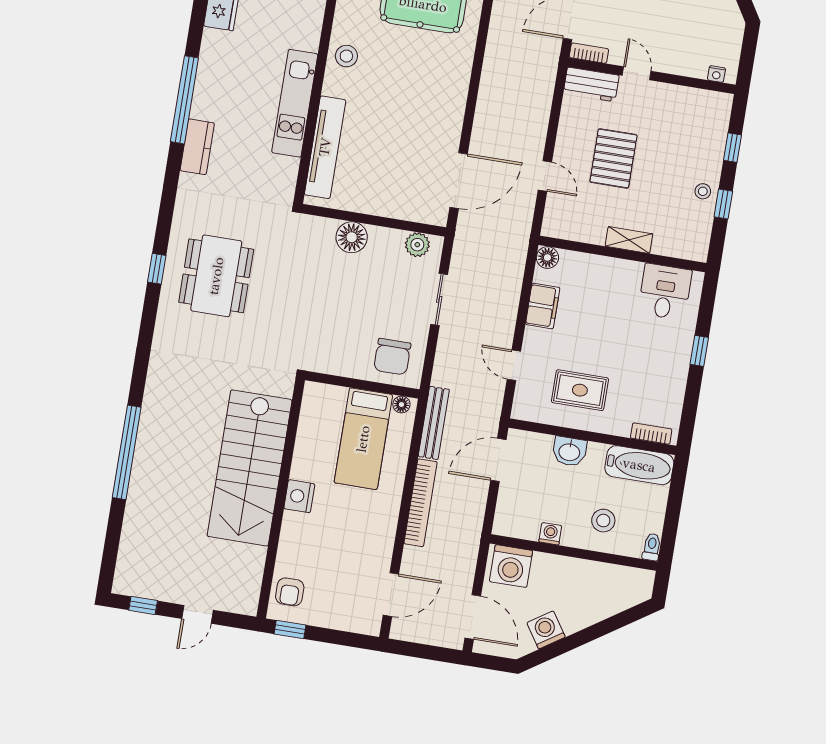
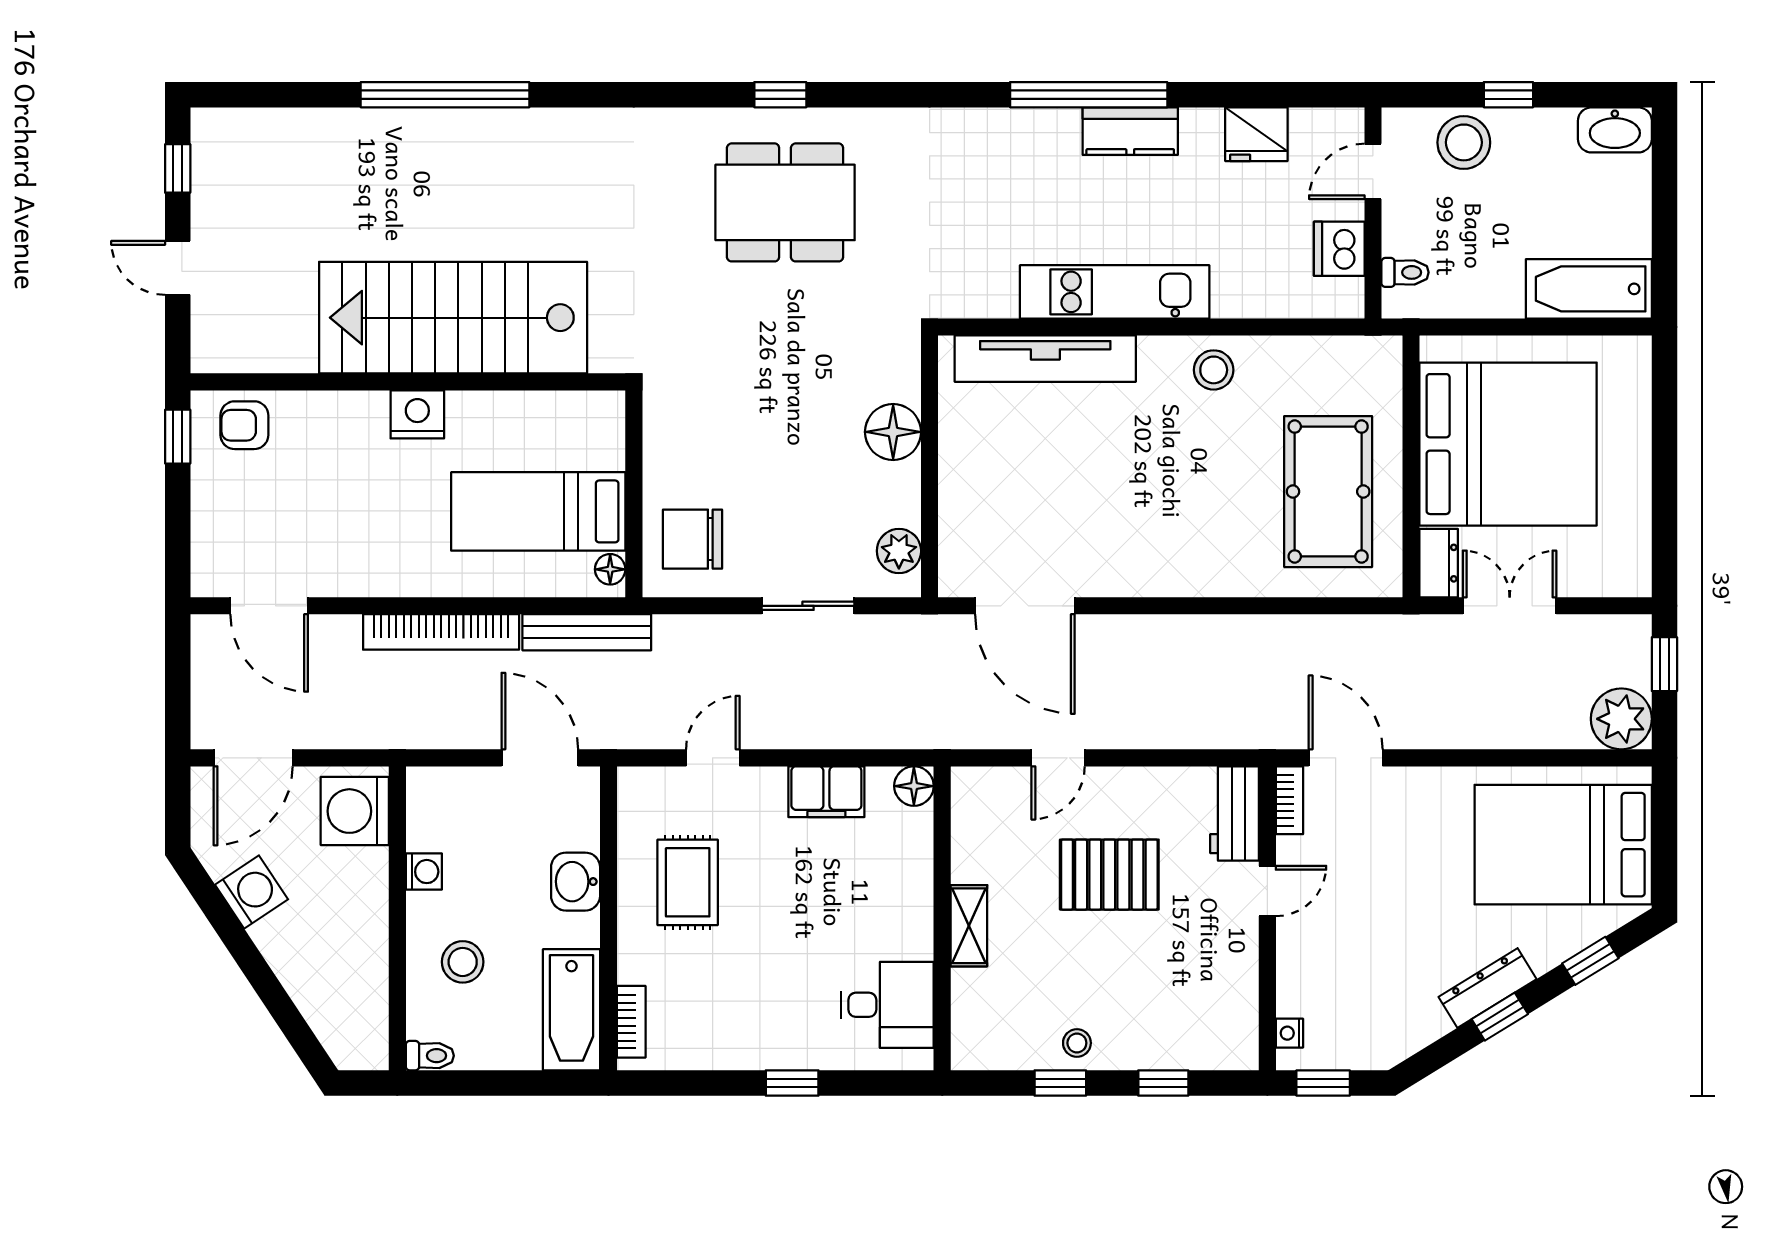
window: (747, 60) -> (1323, 1083), added
kitchen counter: (197, 147) -> (1130, 131), moved

